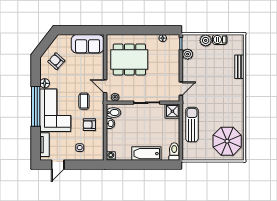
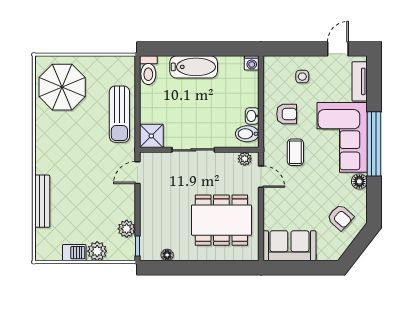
bench: (239, 67) -> (42, 201), width x1.36

